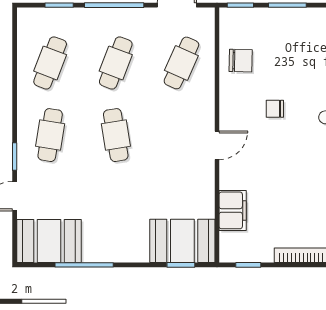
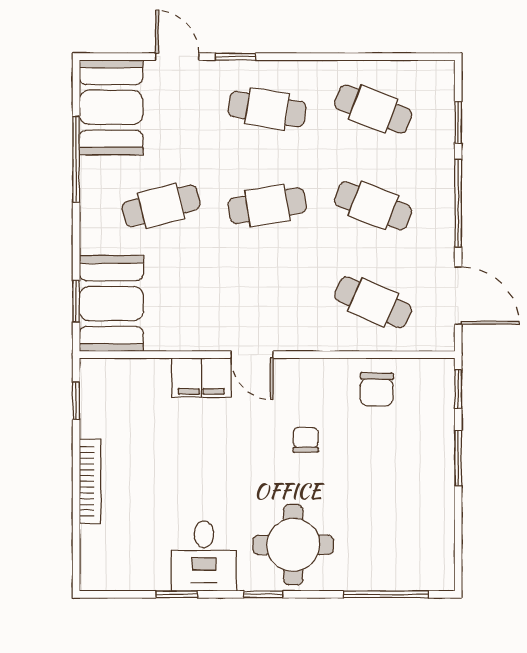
cafe table: (116, 207) -> (161, 206), added
filing cabinet: (233, 210) -> (201, 378), moved

